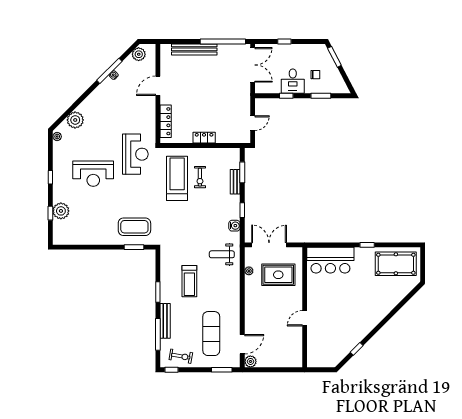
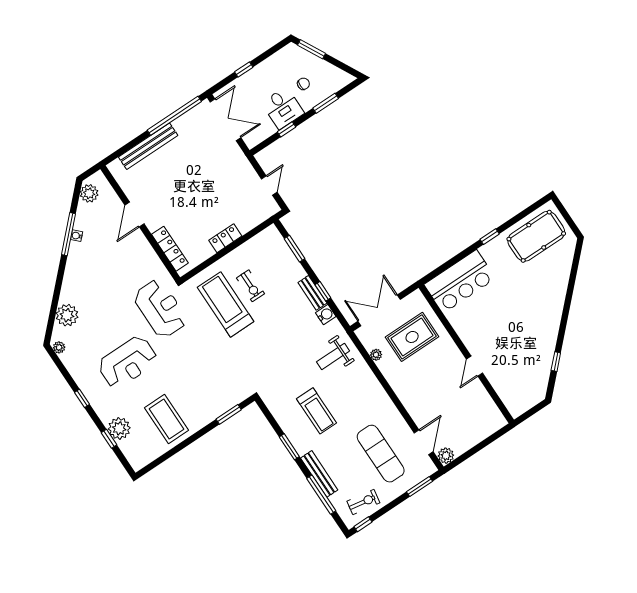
bench: (235, 182) -> (312, 293), moved
coffee table: (134, 227) -> (166, 419), moved, turned 90

